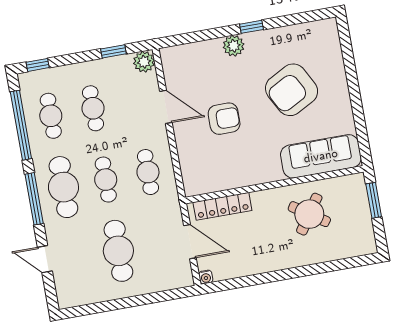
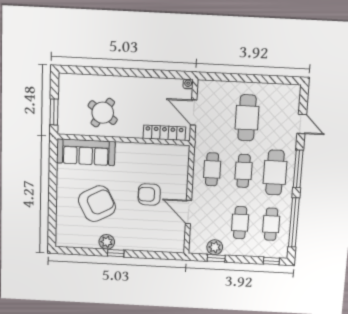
plant: (234, 46) -> (107, 242), moved
plant: (144, 62) -> (215, 247), moved

